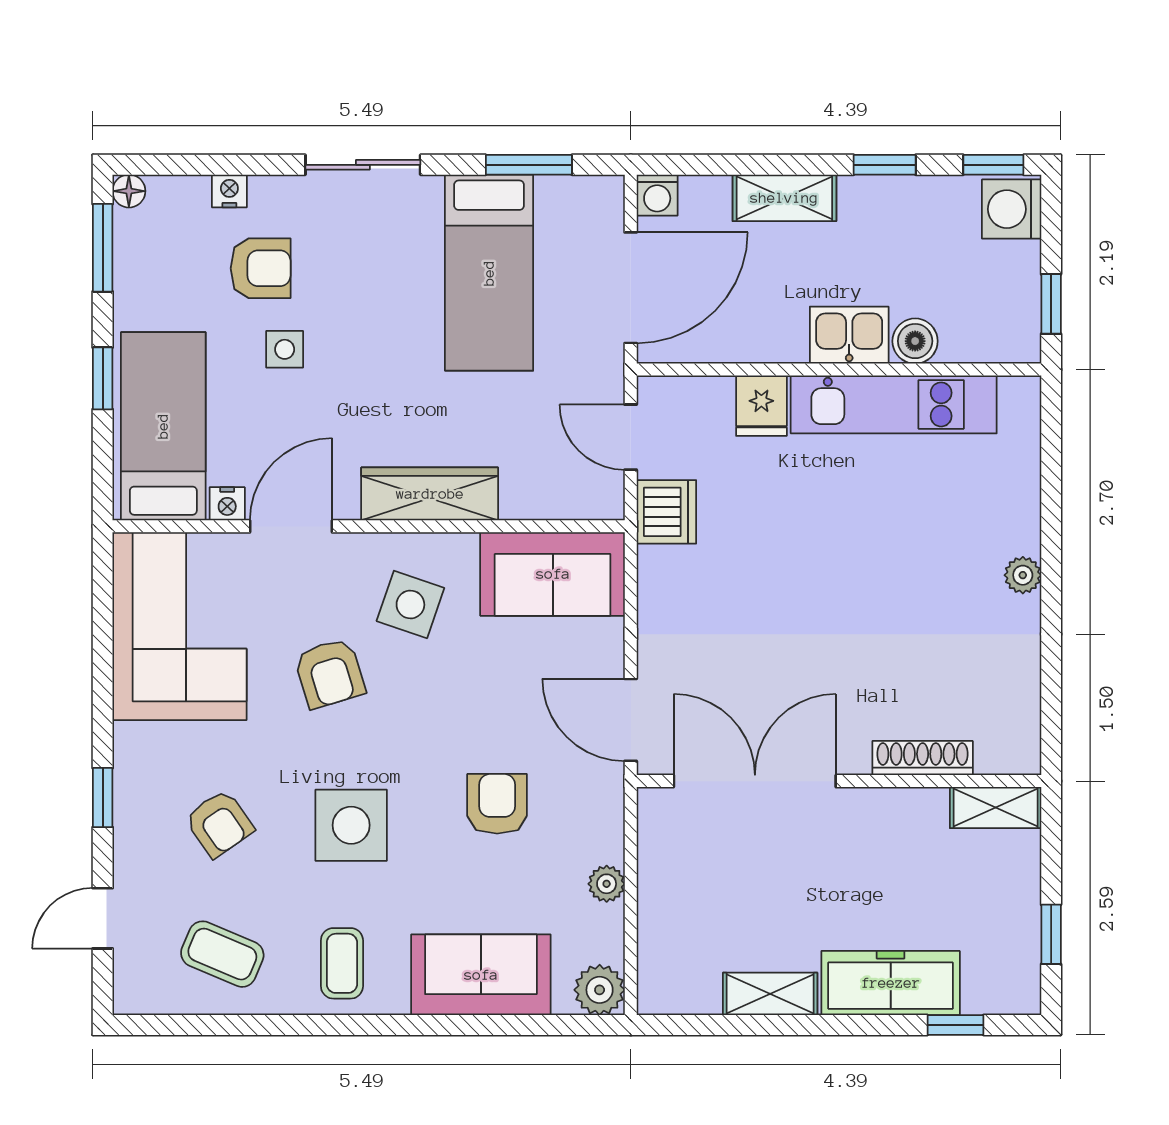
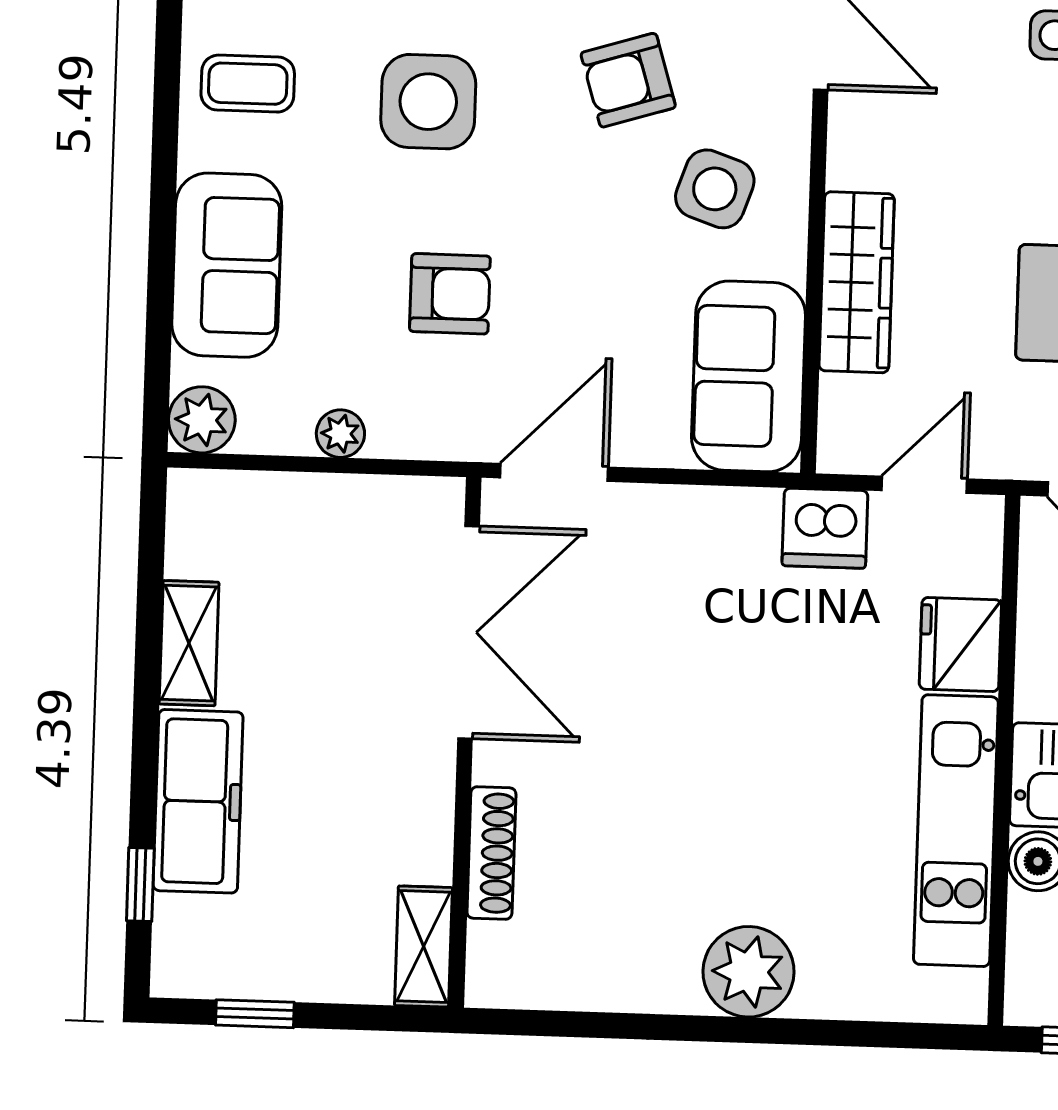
fridge: (761, 406) -> (960, 644), width x1.38
wardrobe: (430, 494) -> (857, 282), moved
plant: (1023, 575) -> (749, 972), width x1.88, depth x1.88

